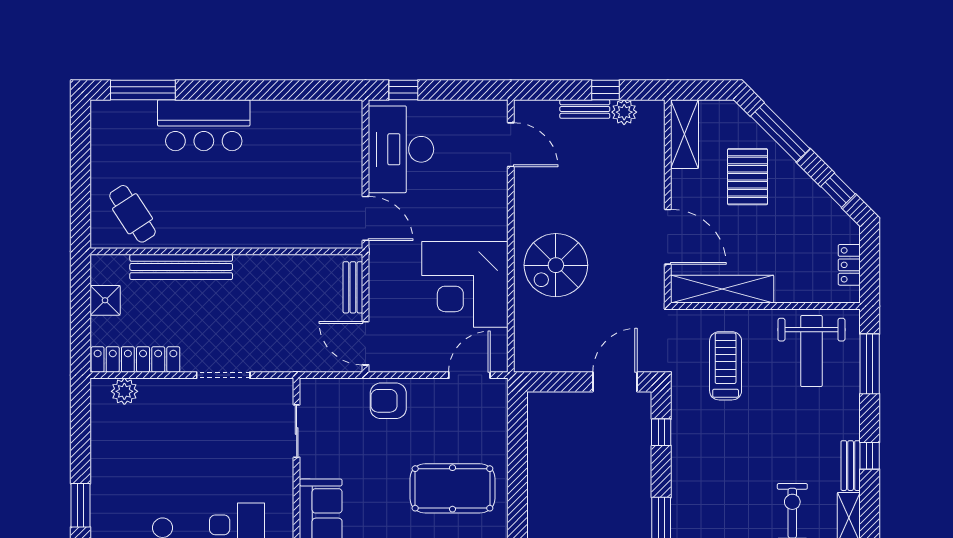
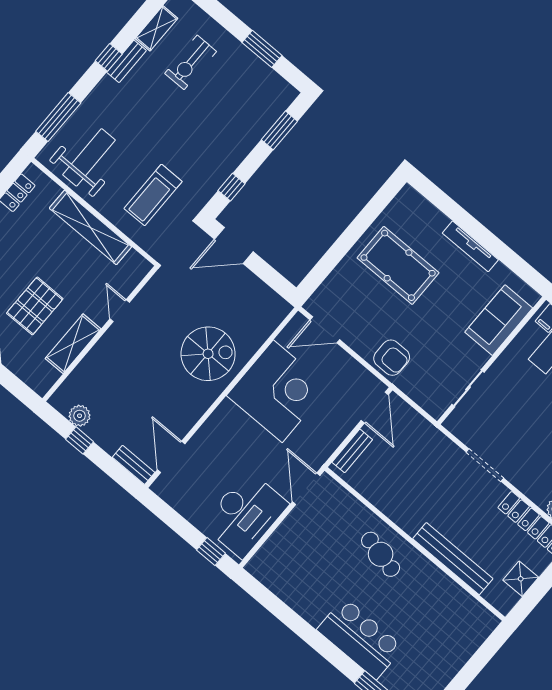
bench: (585, 109) -> (134, 465), moved
shelving: (685, 134) -> (73, 344), moved
cafe table: (133, 214) -> (381, 554), moved, turned -44
door: (668, 237) -> (120, 311), width x0.53
shelving: (722, 289) -> (90, 228), moved

